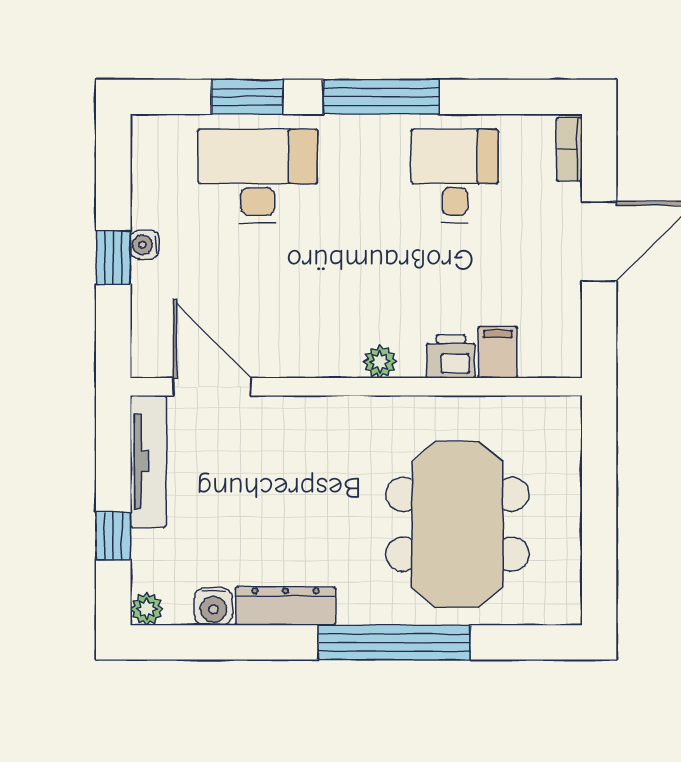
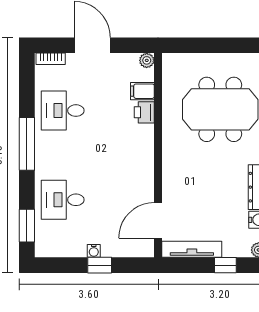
window: (247, 97) -> (27, 226), moved
desk: (258, 176) -> (63, 200), width x0.73
plant: (380, 362) -> (147, 60), moved

